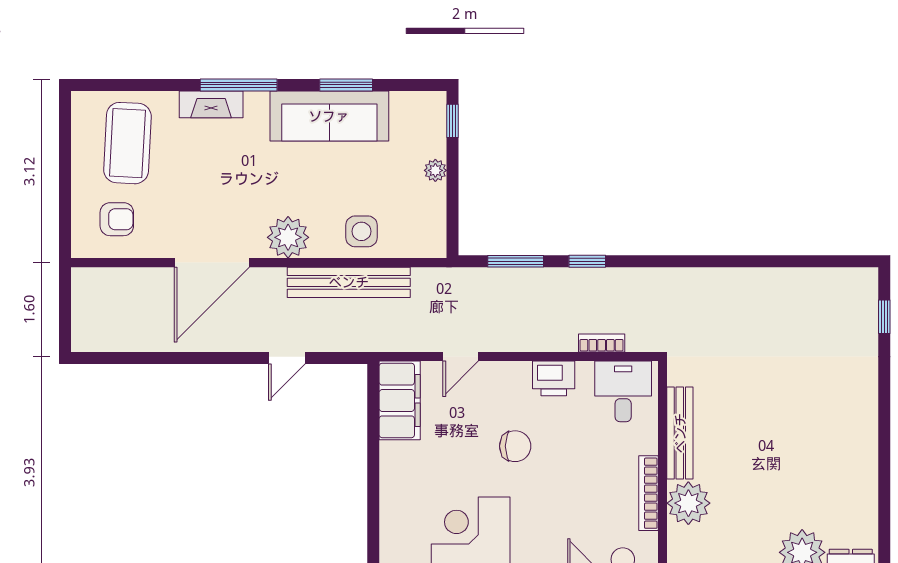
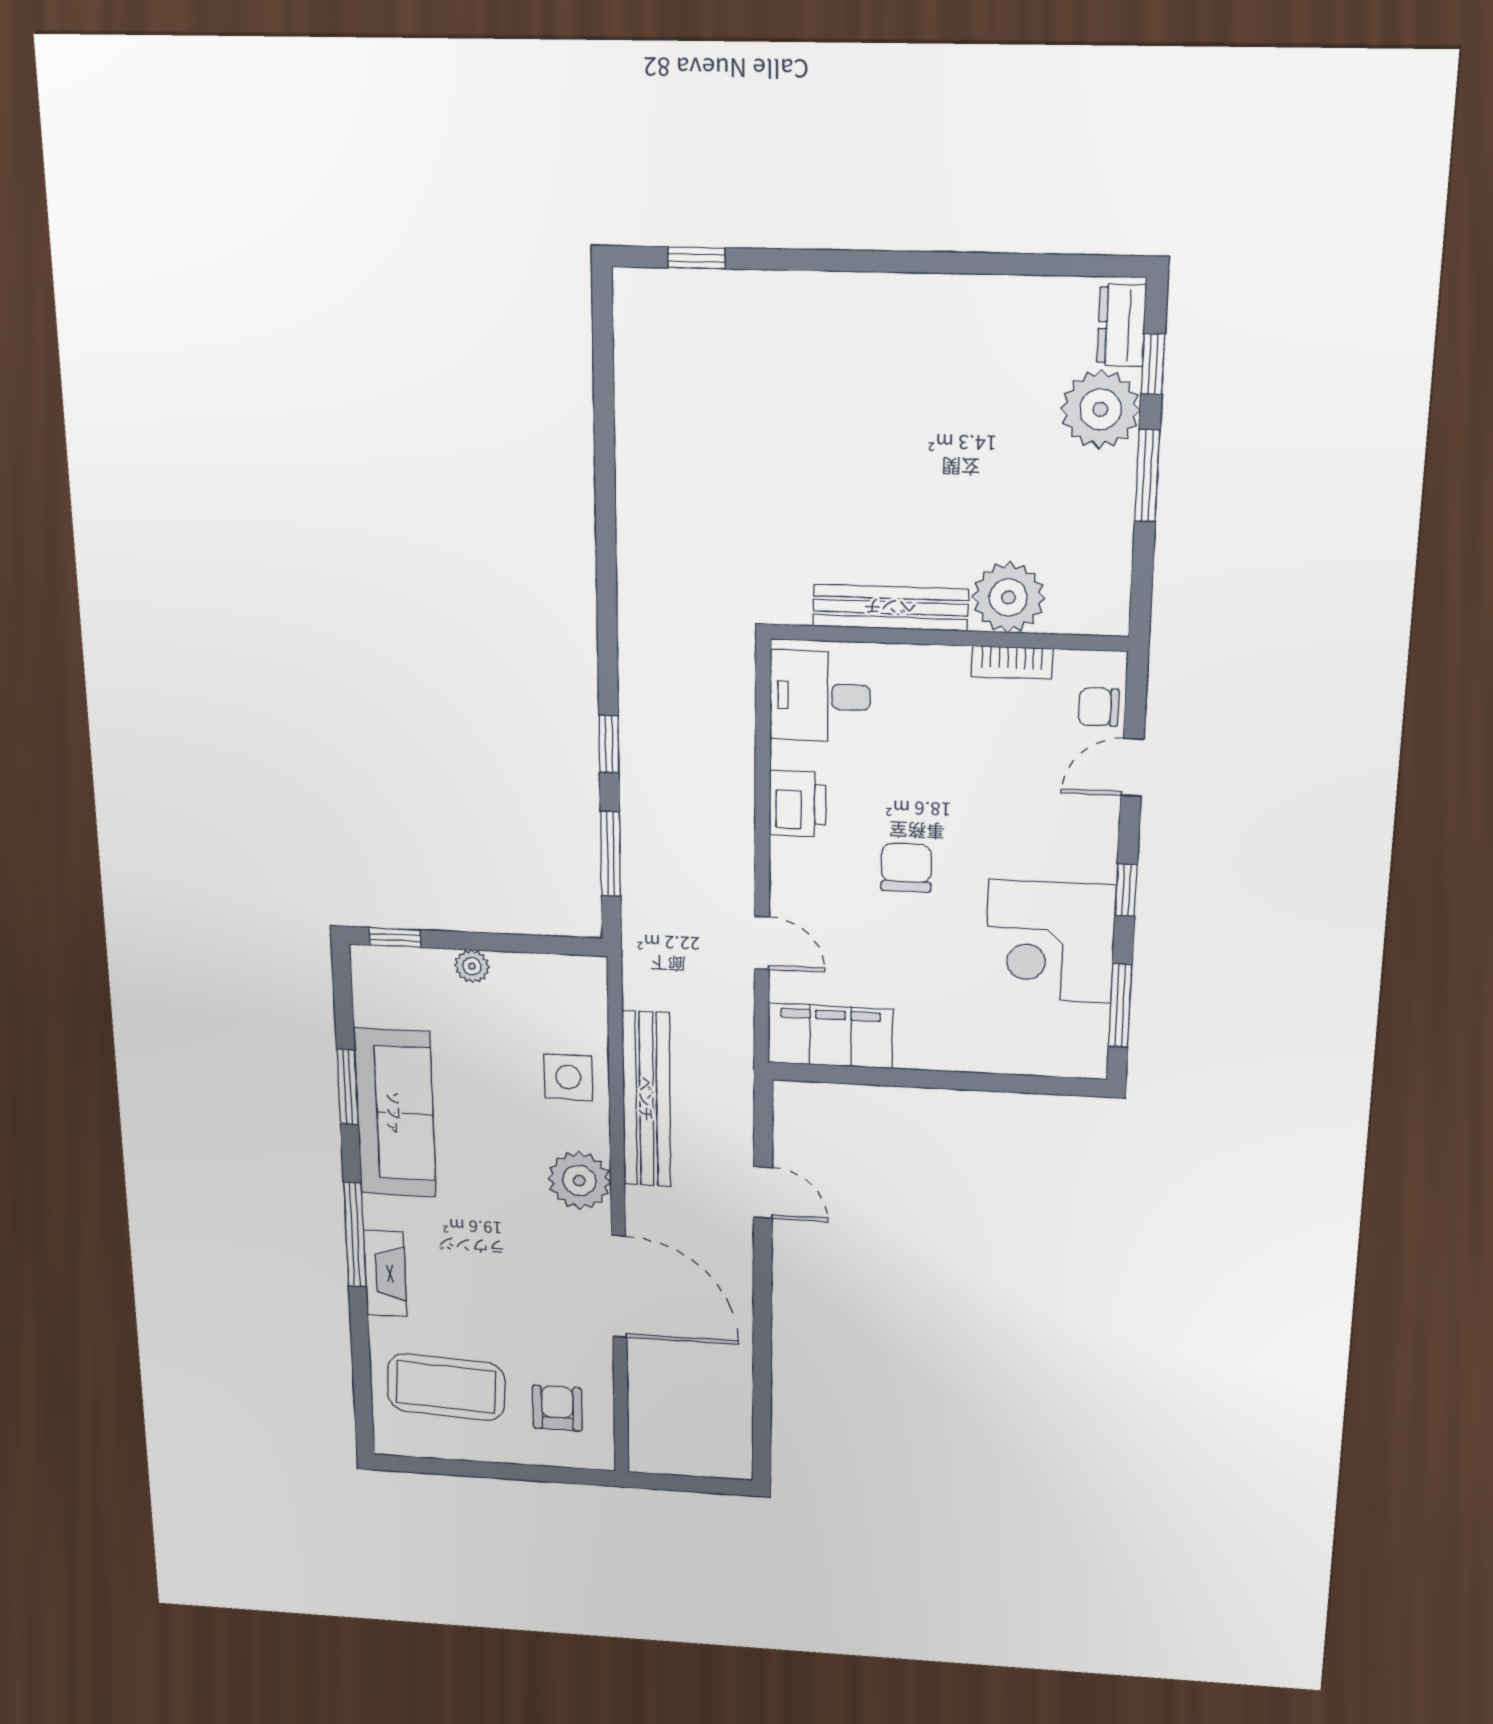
bookcase: (602, 343) -> (741, 727), removed
bookcase: (648, 493) -> (1012, 663), width x0.64

